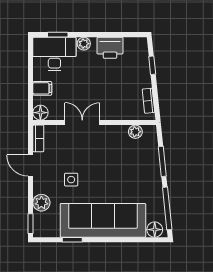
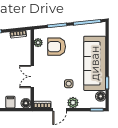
armchair: (129, 161) -> (57, 47), added
plant: (41, 203) -> (73, 103), moved
floor lamp: (155, 230) -> (101, 96), moved

